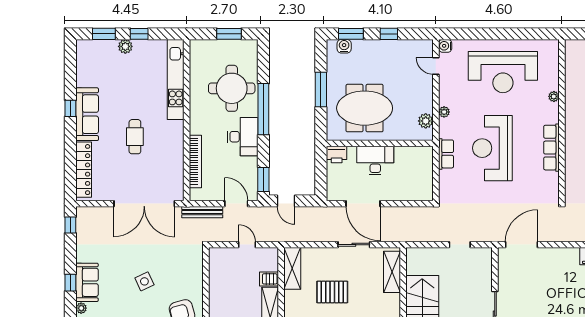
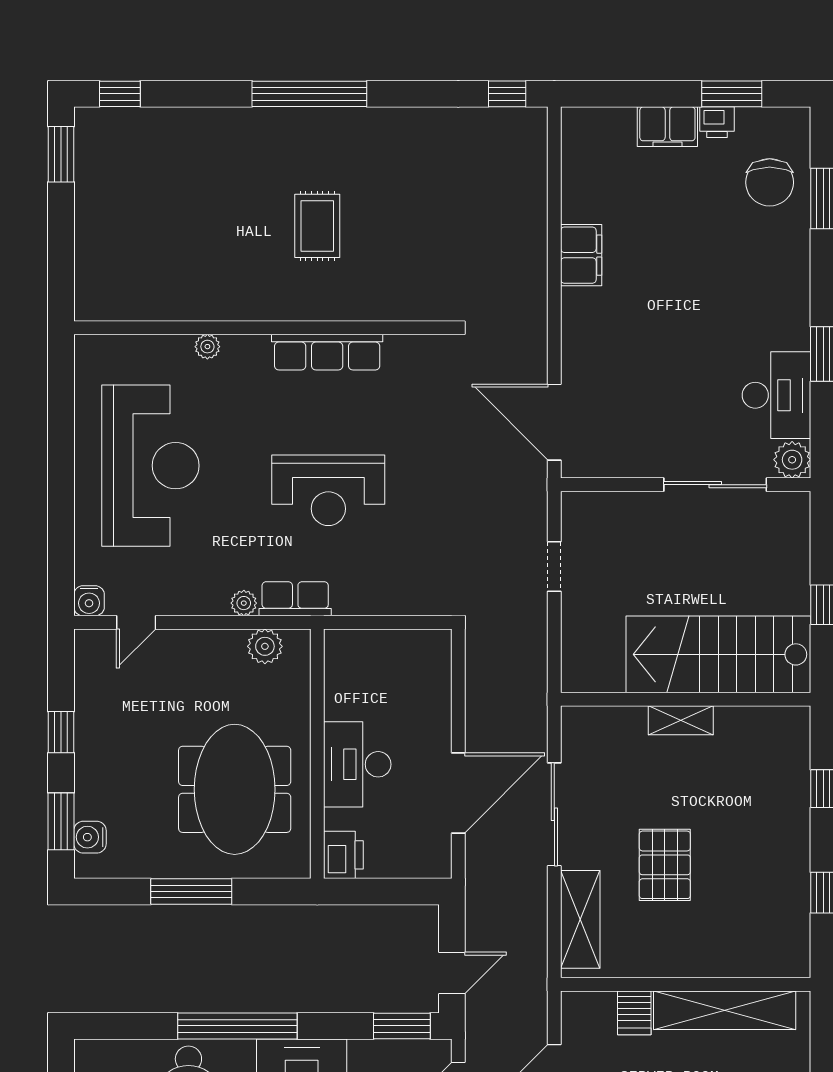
reception desk: (492, 148) -> (328, 490), width x0.74, depth x0.77
row of seats: (446, 154) -> (295, 599), moved
sliding door: (354, 245) -> (554, 814), width x1.37
shelving: (292, 268) -> (580, 919), moved, turned 90
shelving: (392, 272) -> (681, 720), moved, width x0.67, depth x0.75

